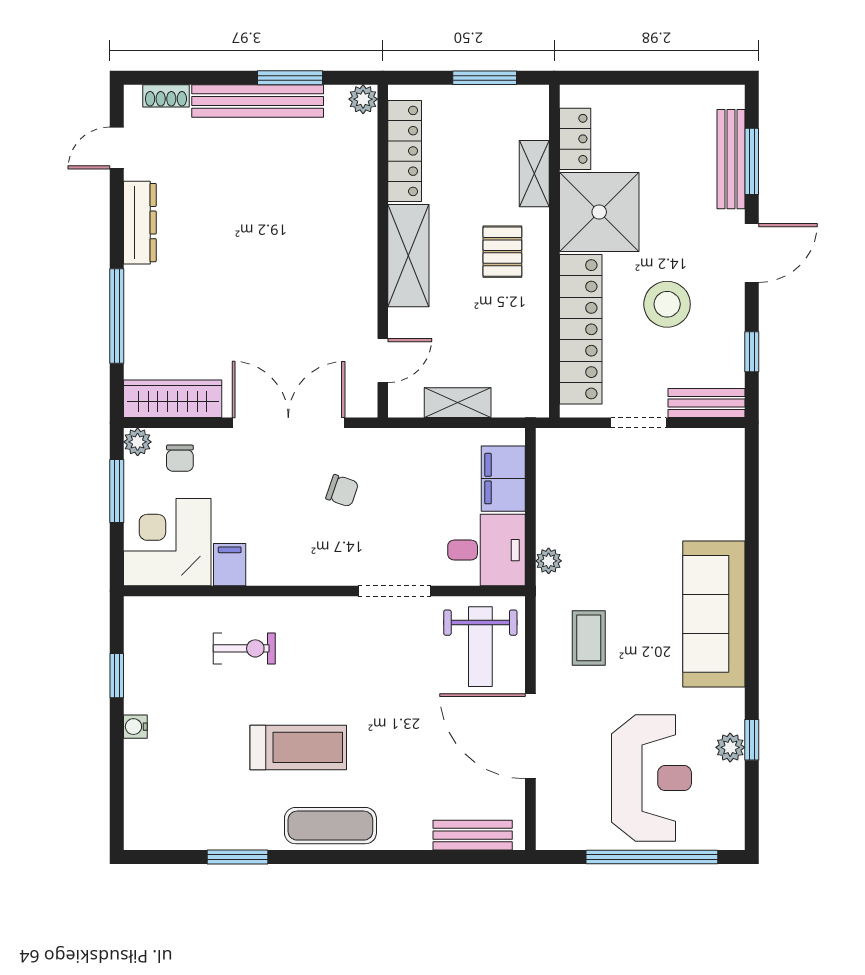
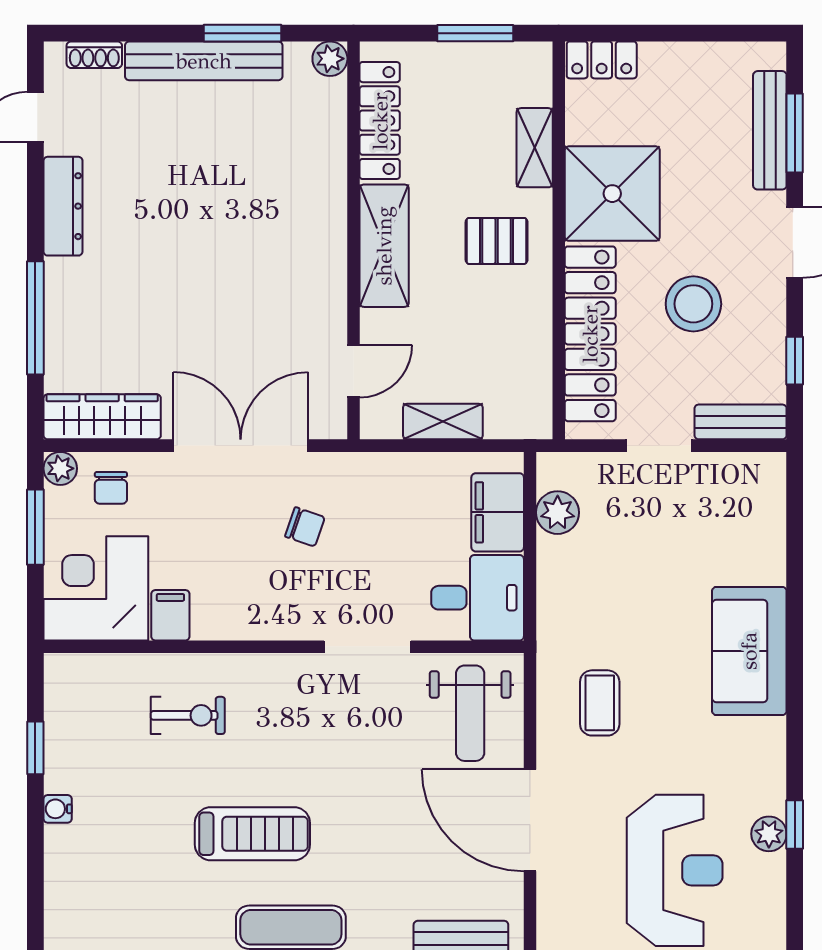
locker: (575, 139) -> (602, 60), moved, turned 90
pallet: (502, 252) -> (497, 241), turned 90
plant: (549, 561) -> (558, 513), moved, width x1.38, depth x1.38
sofa: (714, 614) -> (749, 651), width x0.73

